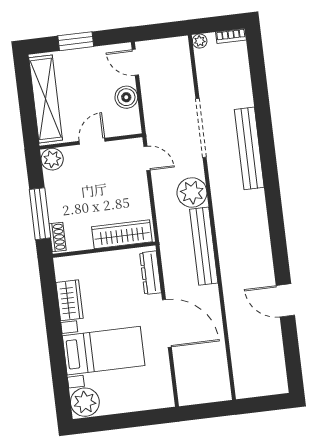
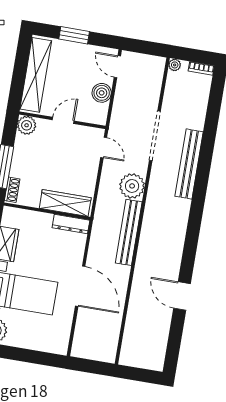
dresser: (150, 273) -> (71, 224), moved, turned -90

